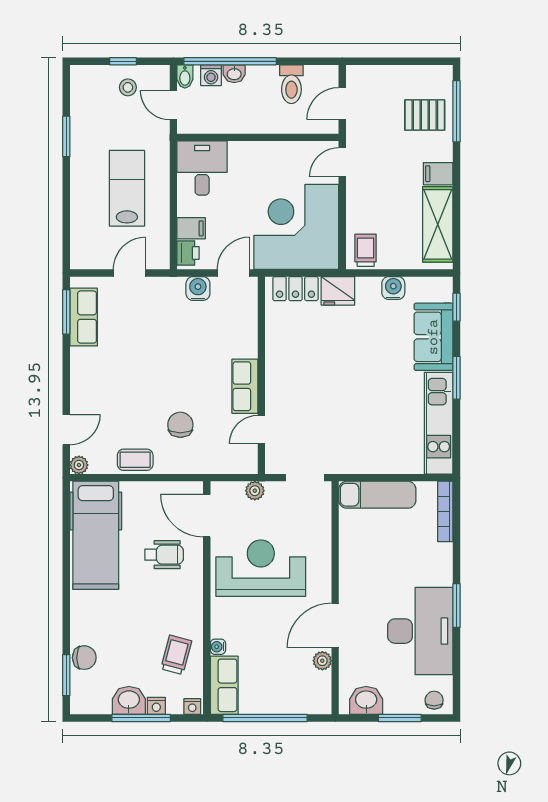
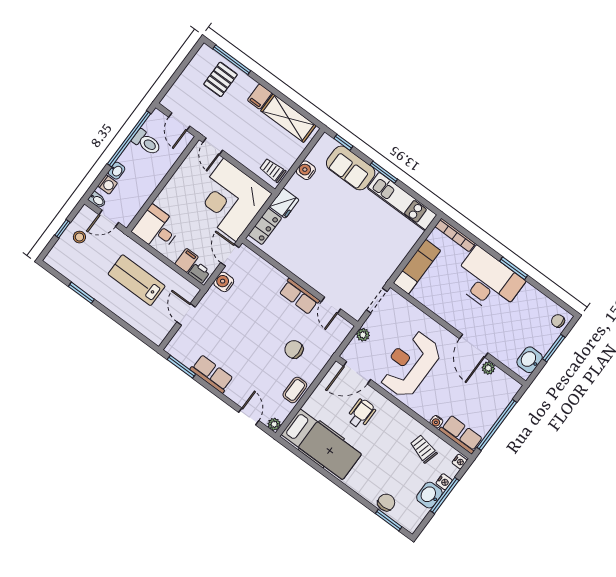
window: (230, 61) -> (129, 139), moved
row of seats: (84, 317) -> (212, 374), moved
desk: (420, 631) -> (488, 281), moved

